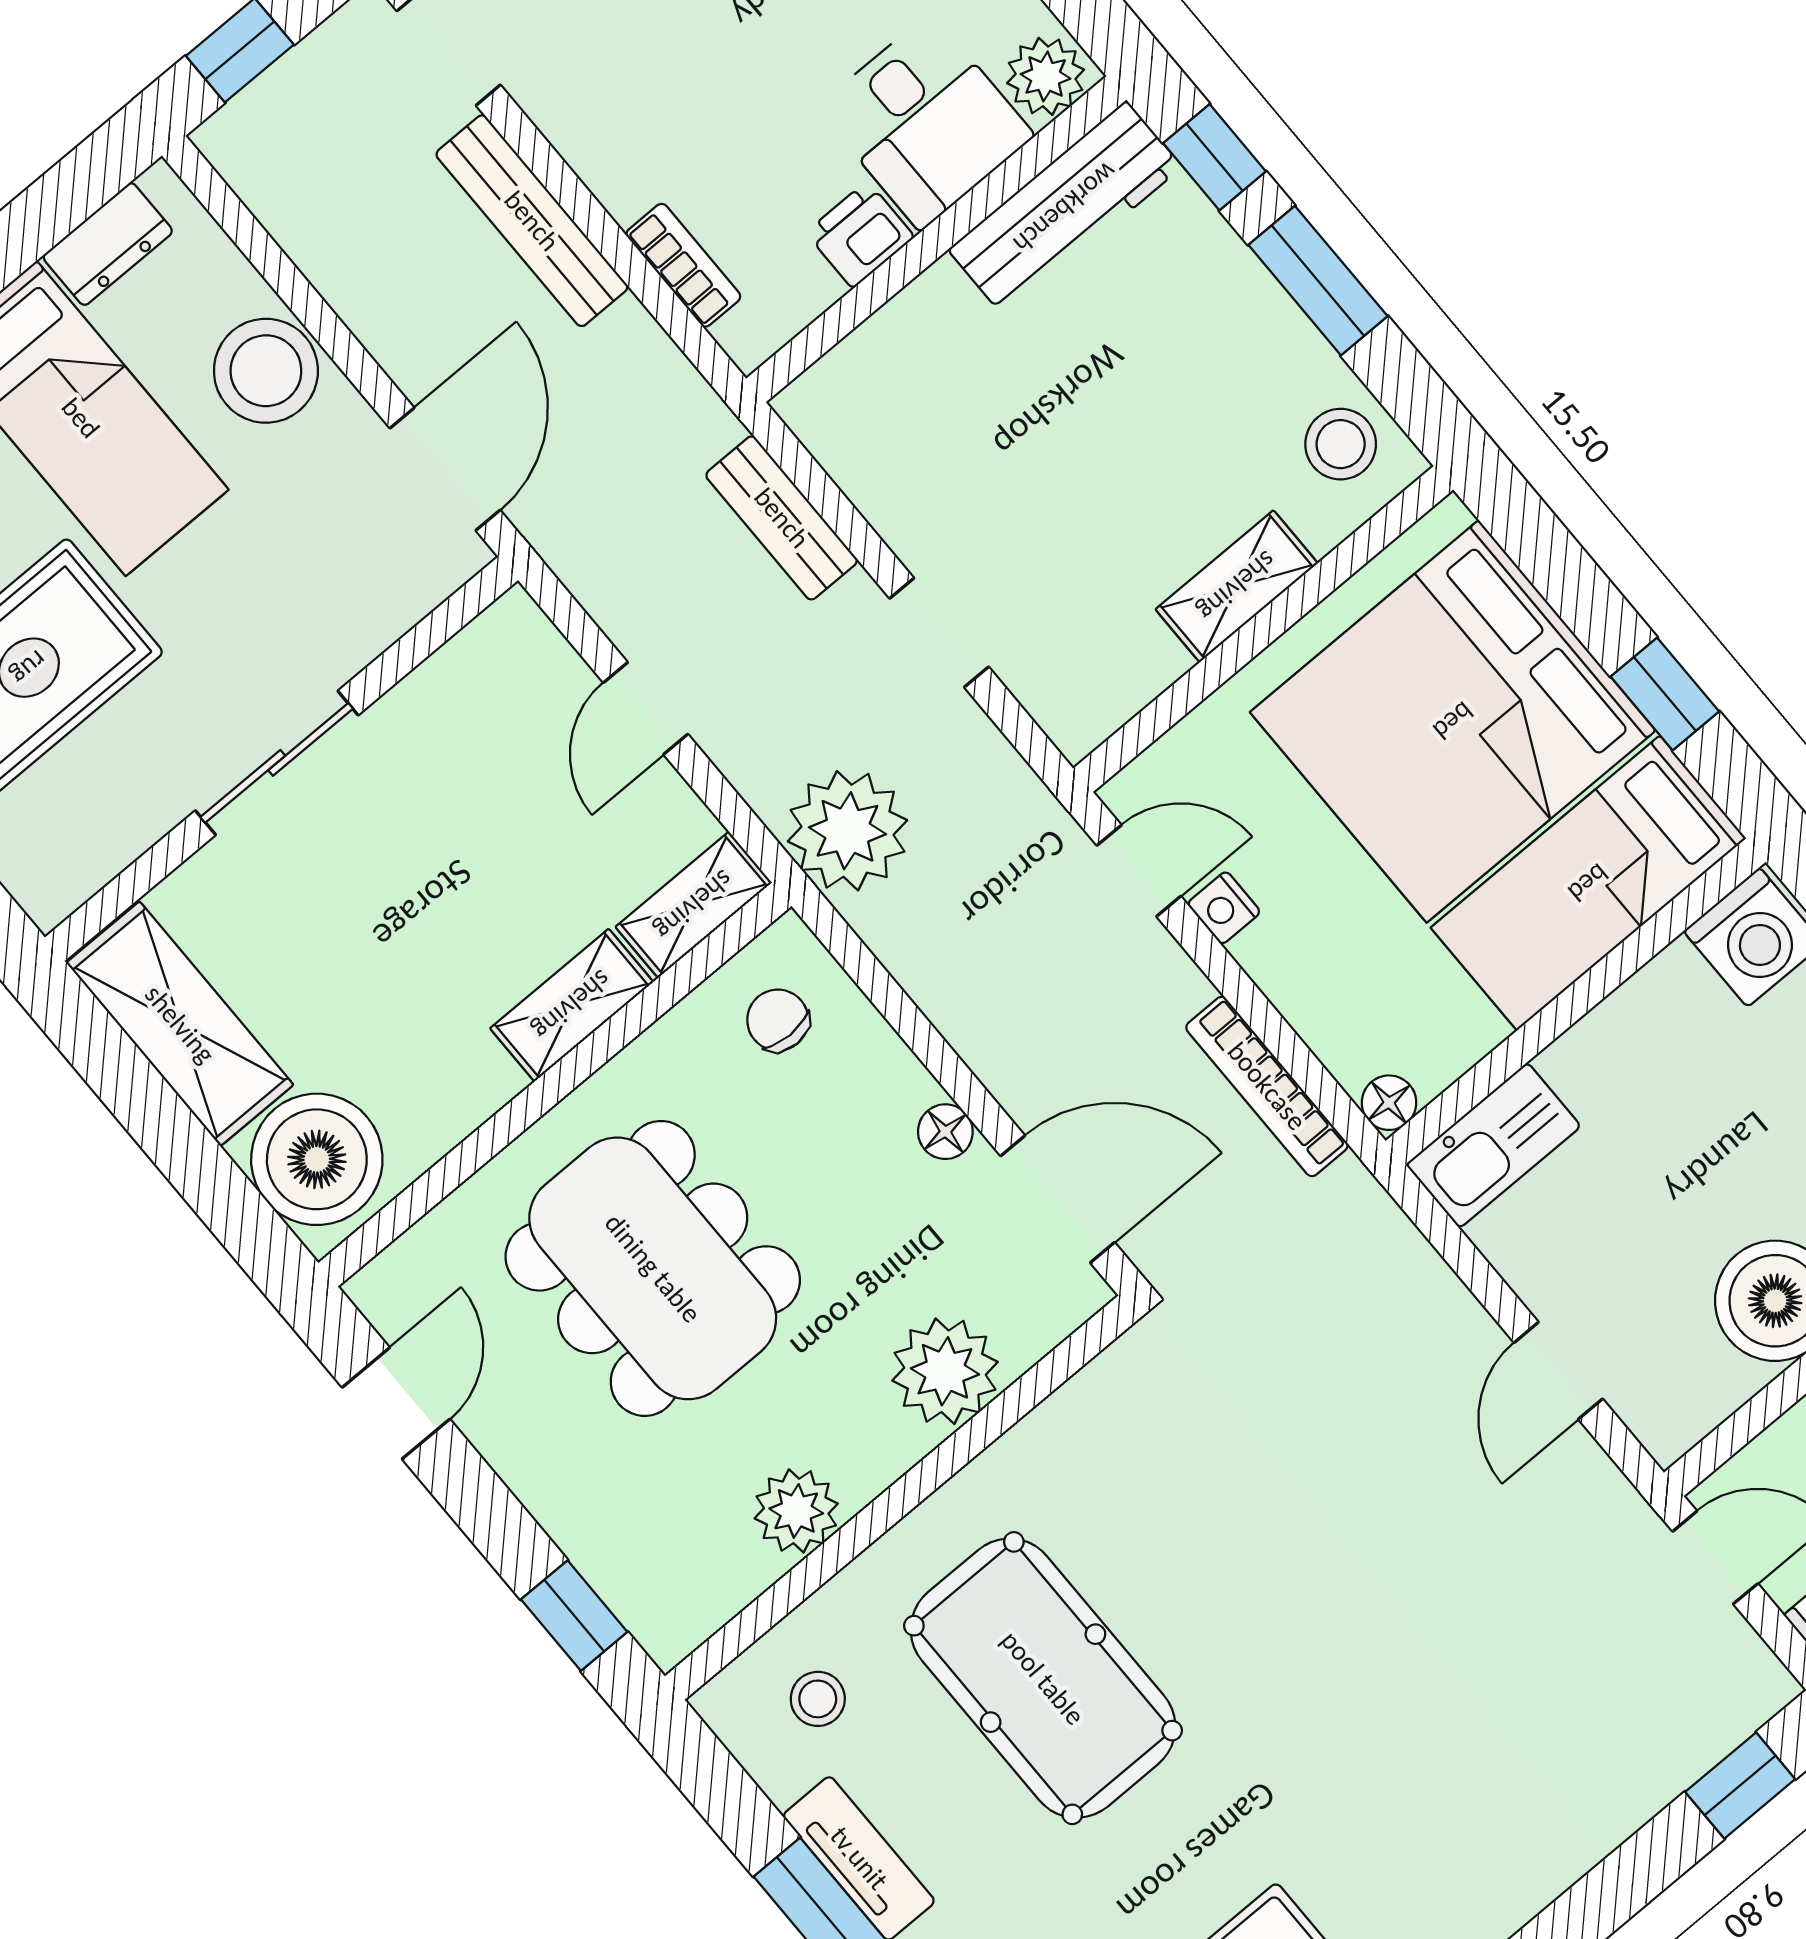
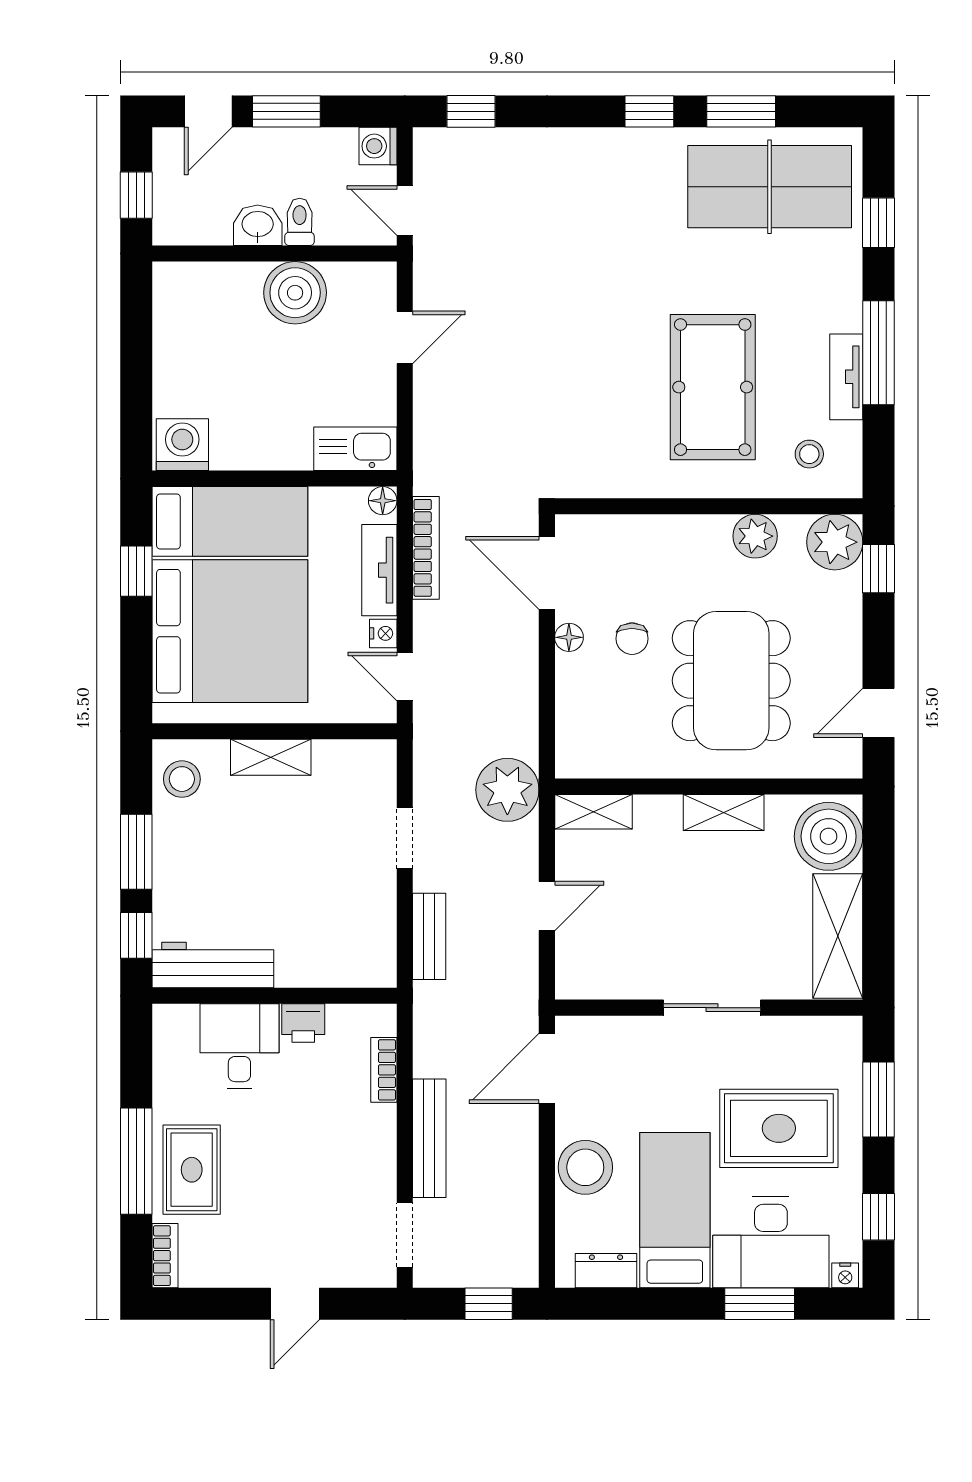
plant: (1046, 76) -> (177, 1024), removed
tv unit: (1308, 996) -> (379, 570), added
shelving: (572, 1005) -> (724, 813), moved
chair: (778, 1020) -> (632, 639), moved
plant: (945, 1371) -> (835, 542), moved

